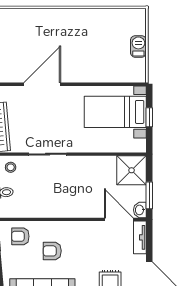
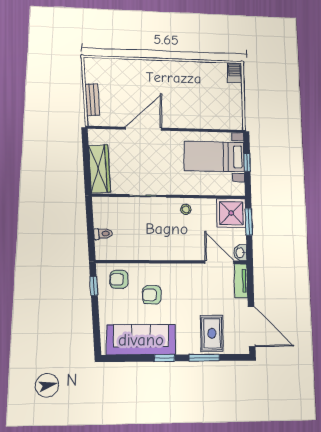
barbecue: (138, 46) -> (235, 73), moved
stool: (11, 167) -> (186, 209), moved
window: (149, 195) -> (249, 222), moved

